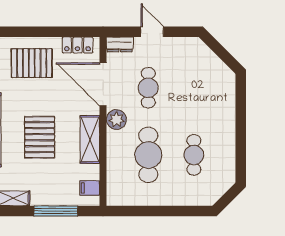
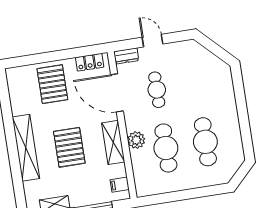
pallet: (32, 63) -> (52, 84), turned 90
plant: (116, 120) -> (136, 140), moved
cafe table: (194, 155) -> (205, 142), width x1.37, depth x1.35

